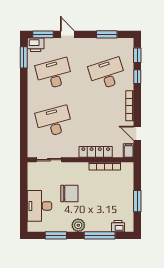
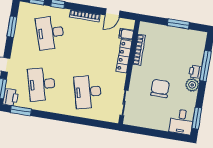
filing cabinet: (129, 151) -> (126, 34), moved
desk: (39, 206) -> (181, 122), moved, width x0.73
printer: (118, 226) -> (195, 72), moved
window: (56, 235) -> (197, 118), moved

